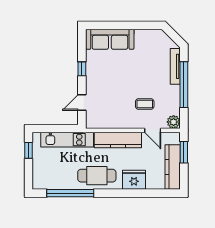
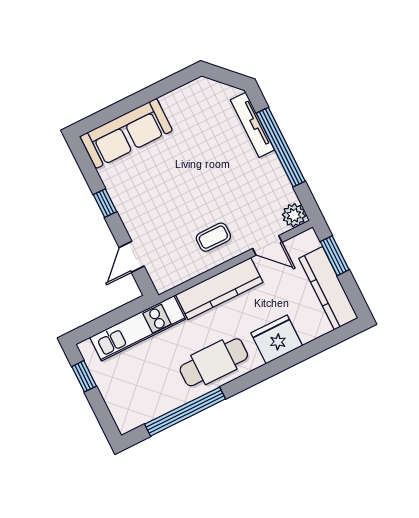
coffee table: (145, 104) -> (213, 237), moved

